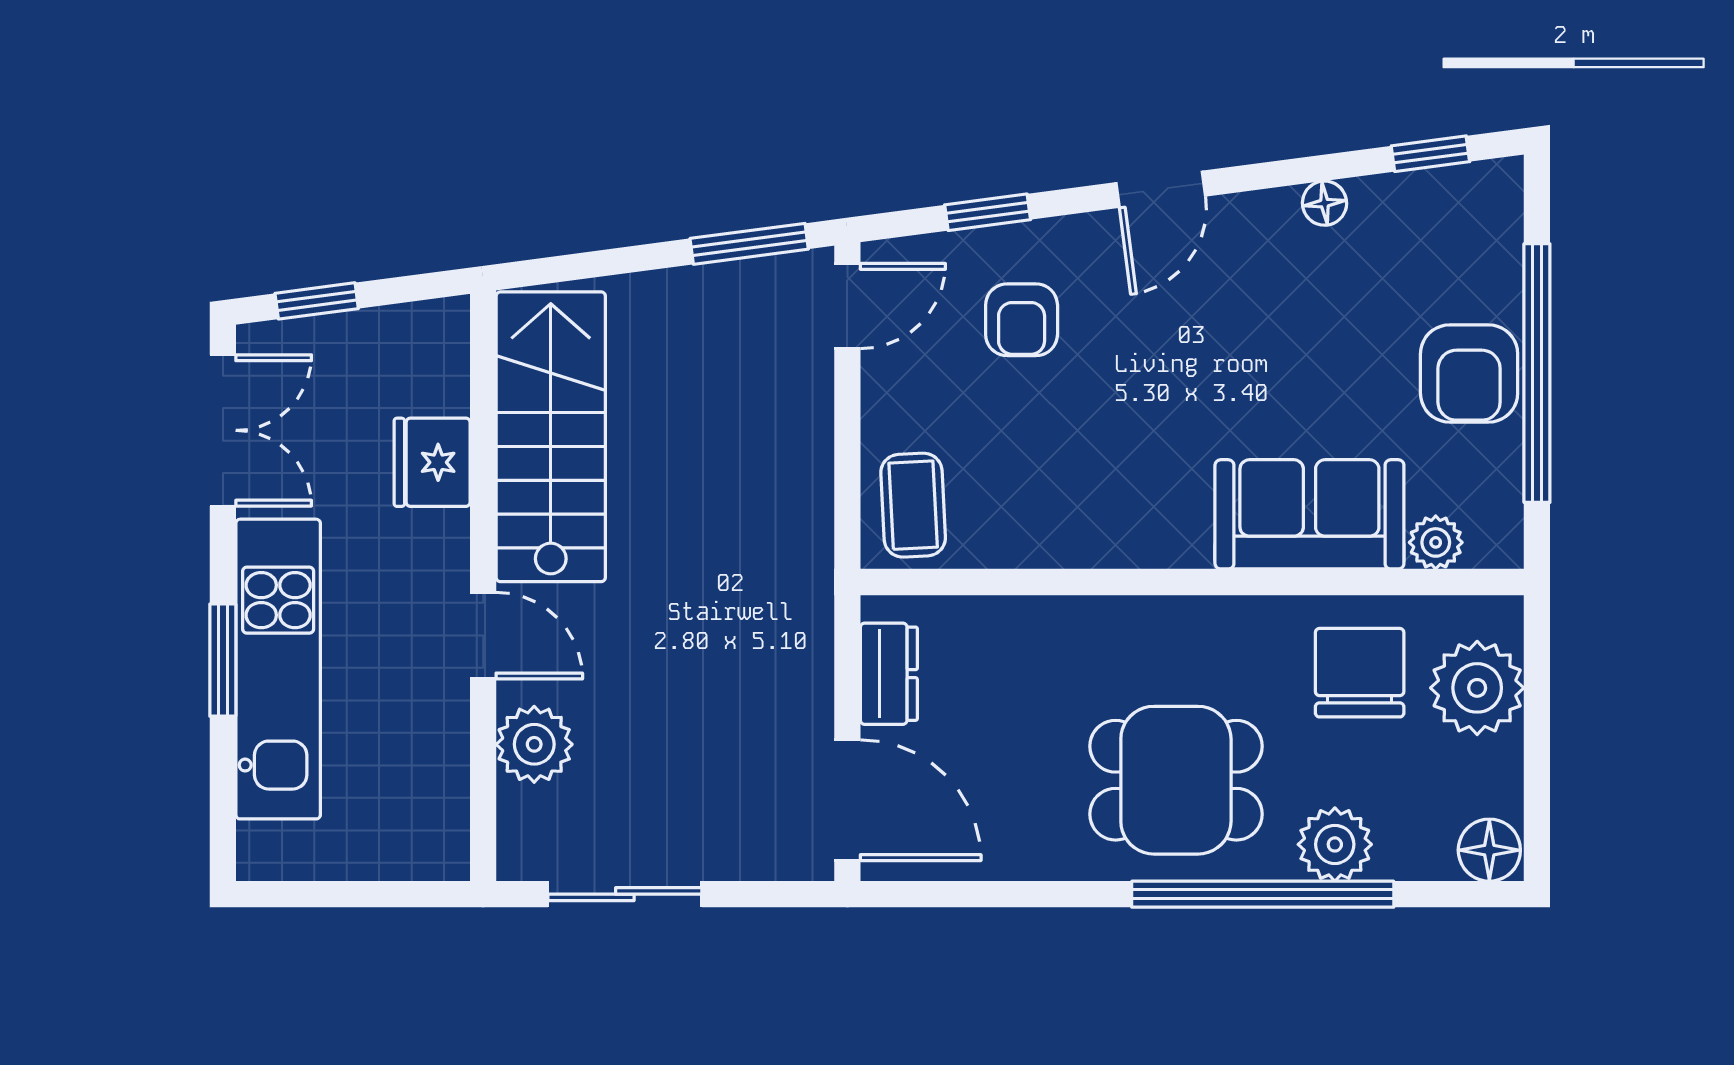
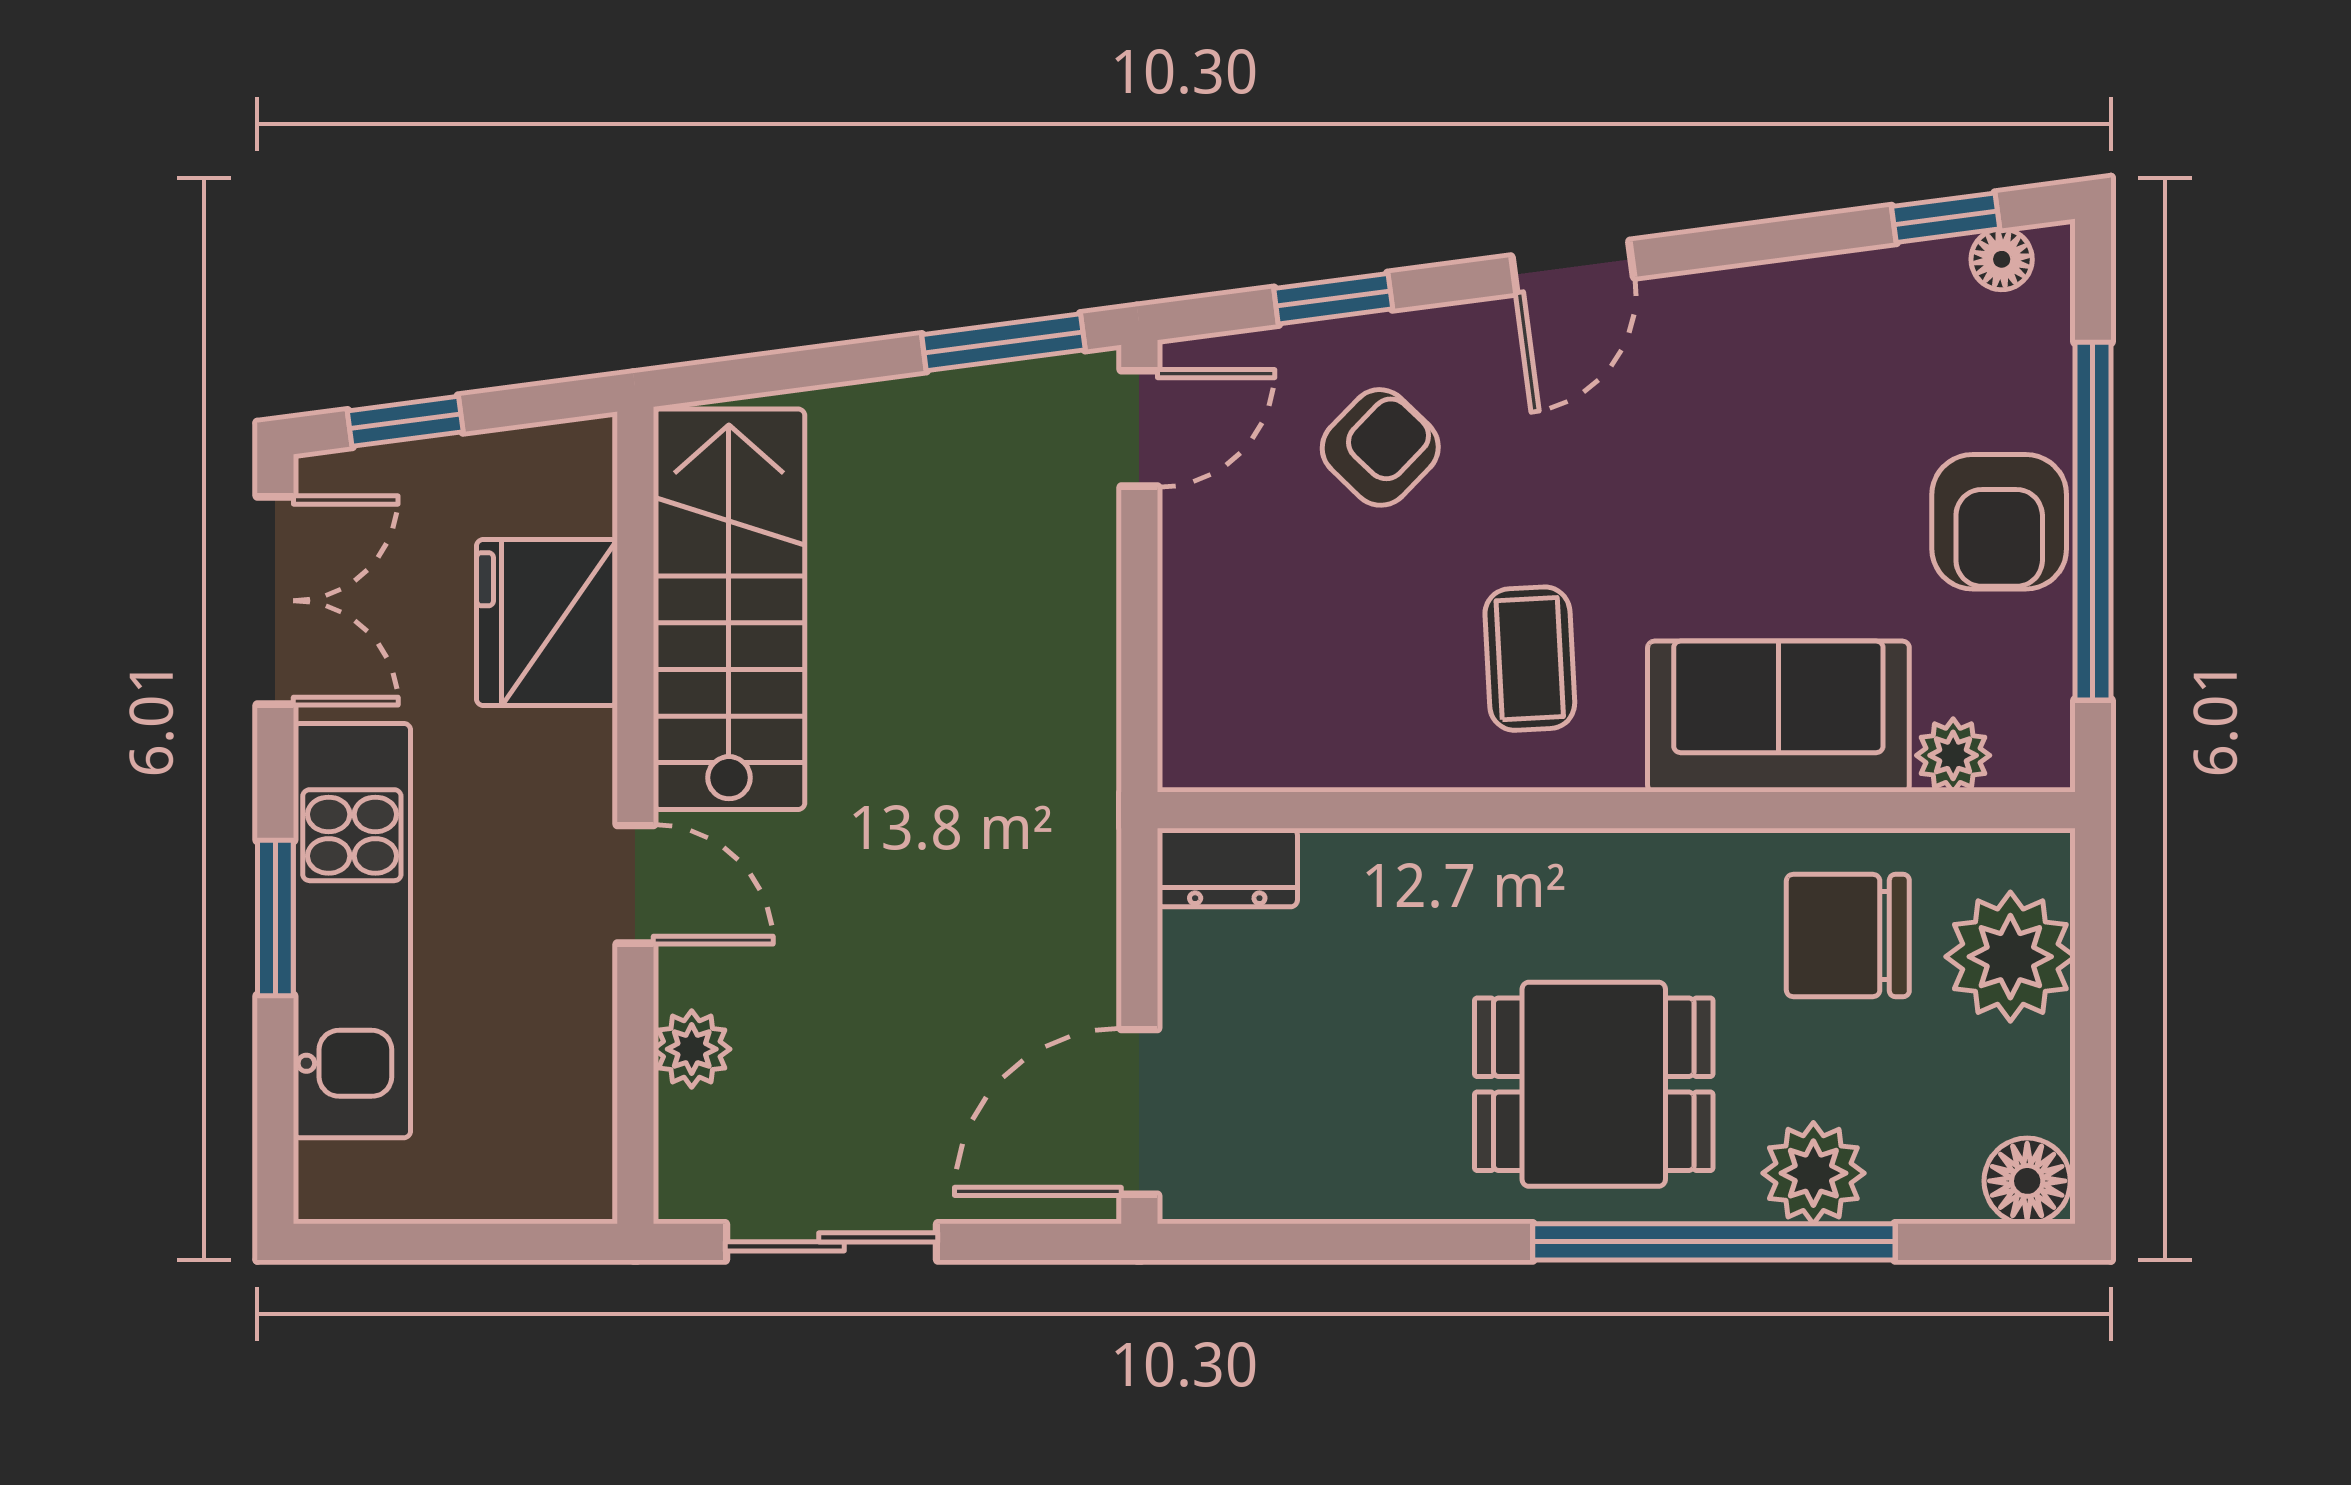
floor lamp: (1325, 203) -> (2002, 259), moved
armchair: (1022, 320) -> (1380, 447), turned -136
fridge: (432, 462) -> (547, 622), width x1.36, depth x1.34
coffee table: (913, 505) -> (1530, 659), moved
chair: (1360, 673) -> (1848, 936), turned -90
dresser: (889, 674) -> (1227, 867), moved, turned 90
plant: (534, 744) -> (692, 1049), width x0.73, depth x0.73
door: (847, 800) -> (1139, 1112), swing flipped

